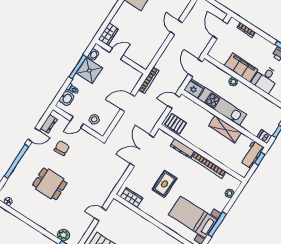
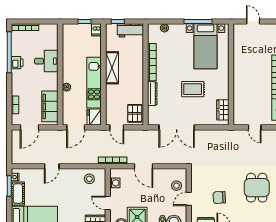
stool: (146, 52) -> (89, 179), added
filing cabinet: (241, 67) -> (50, 106), moved
washing machine: (129, 70) -> (115, 183), added
door: (77, 122) -> (189, 199), swing flipped
workbench: (252, 155) -> (130, 30), moved

